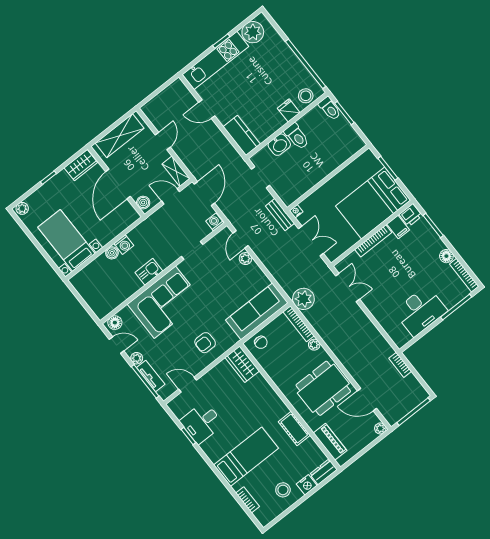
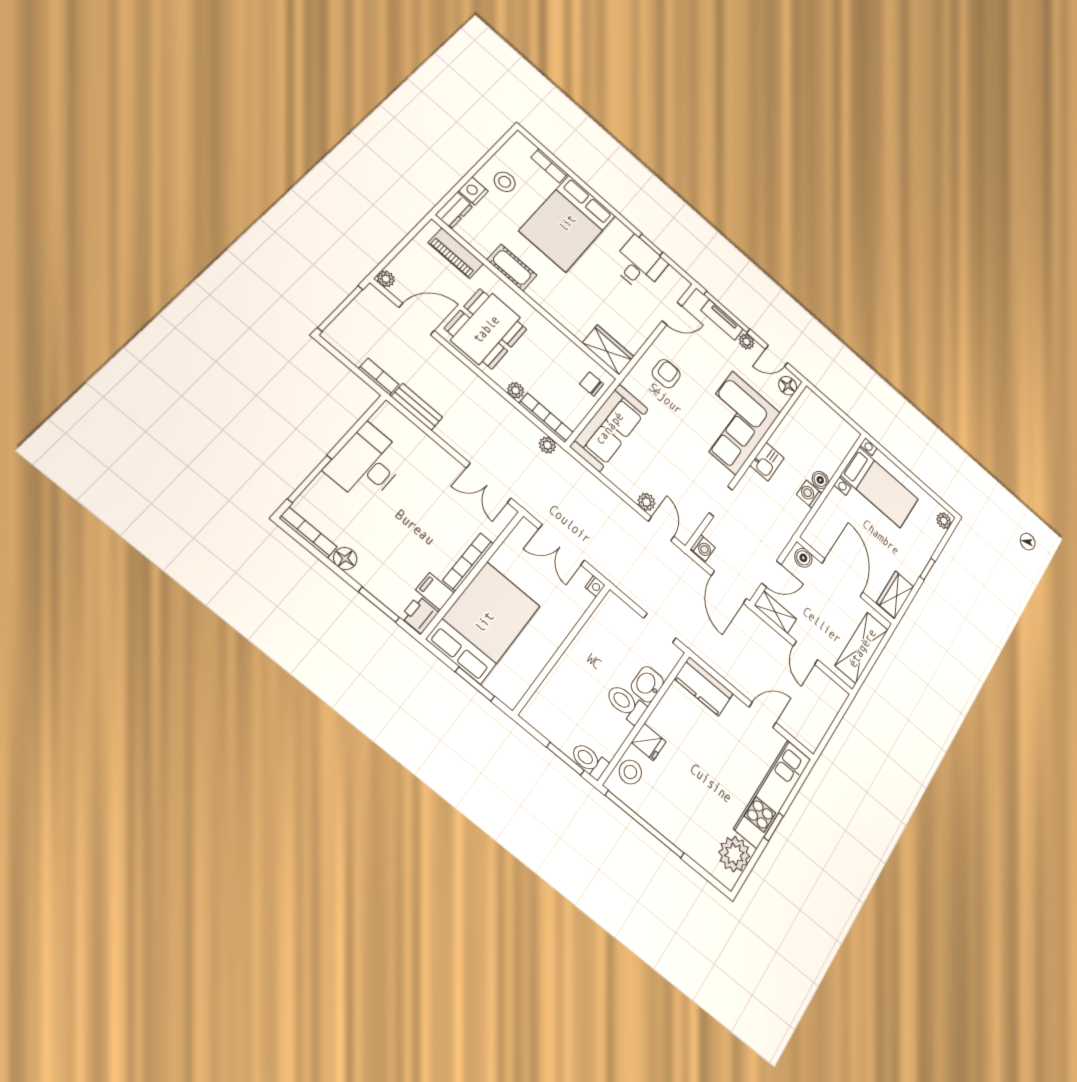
bench: (280, 215) -> (417, 407), moved
plant: (303, 299) -> (547, 445), width x0.53, depth x0.53
bed: (246, 457) -> (567, 223), width x1.50

